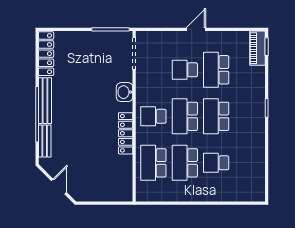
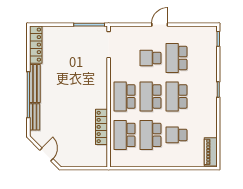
piano: (258, 48) -> (211, 152), moved
washbasin: (125, 92) -> (101, 76), removed
school desk: (153, 116) -> (125, 96), width x1.85
locker: (126, 133) -> (102, 127), moved

